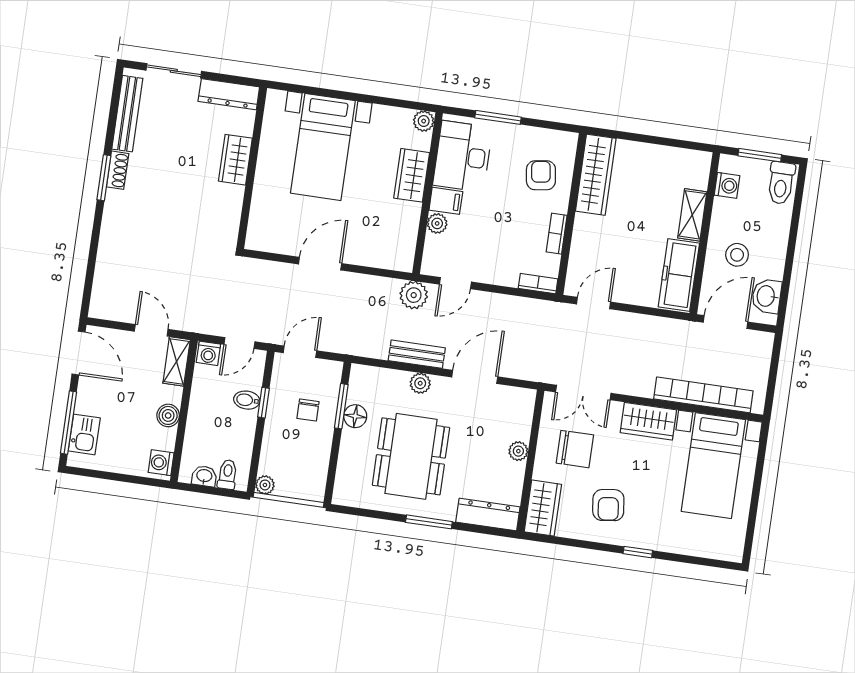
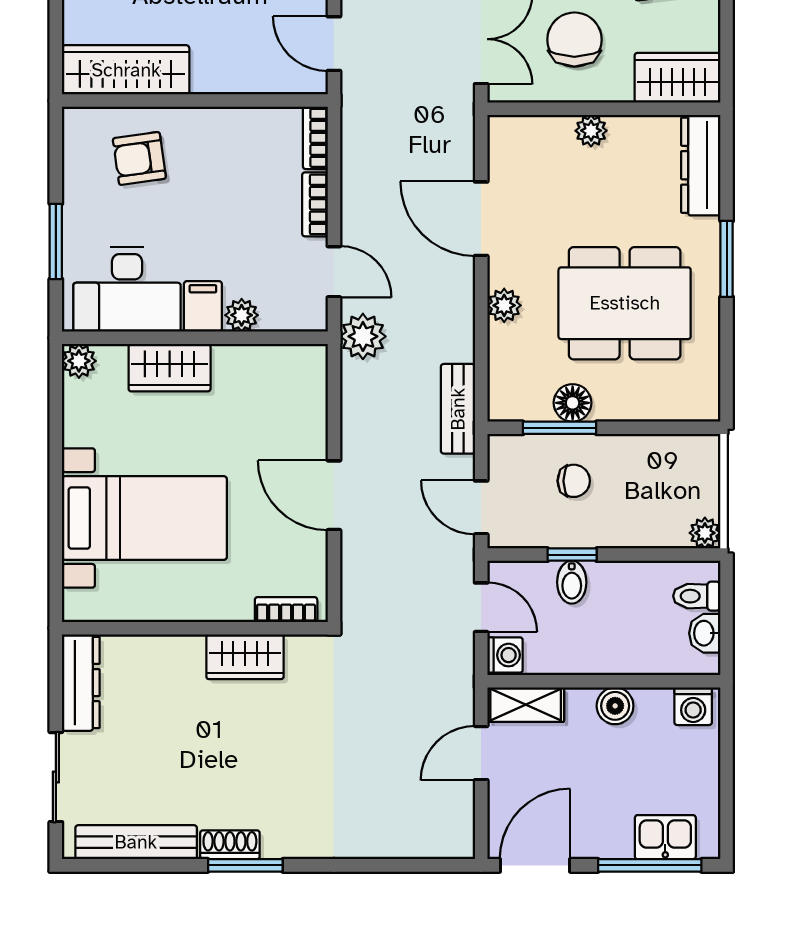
wardrobe: (235, 160) -> (245, 657), moved
bookcase: (255, 225) -> (286, 610), added
bookcase: (557, 234) -> (315, 204), moved, turned 90
bench: (417, 354) -> (458, 409), moved

